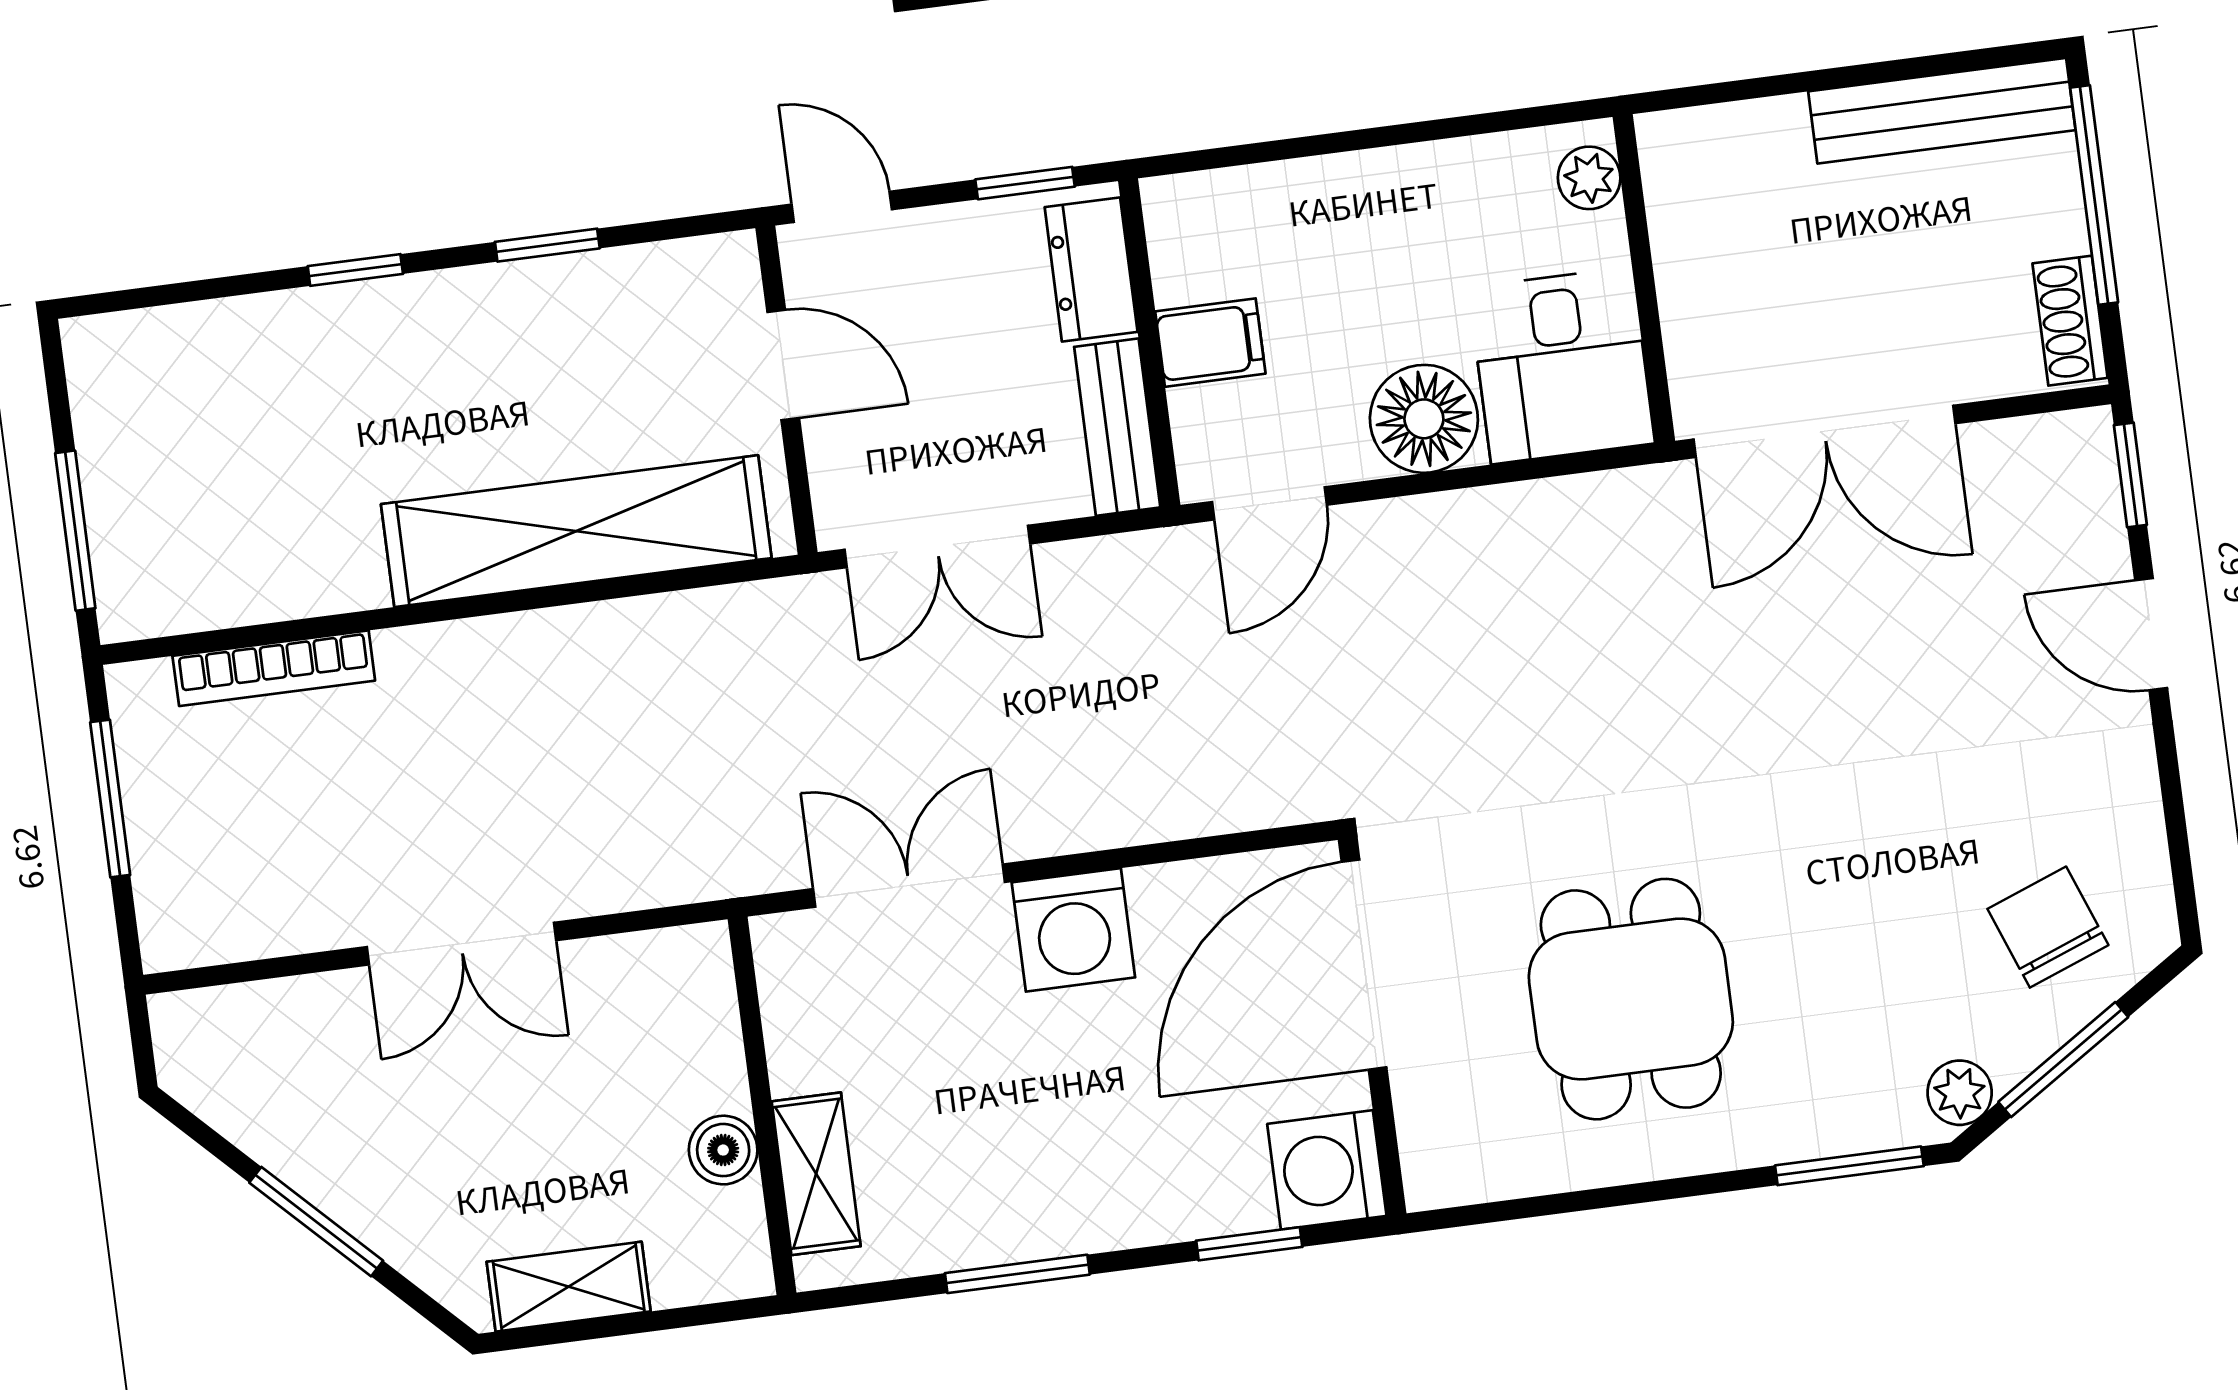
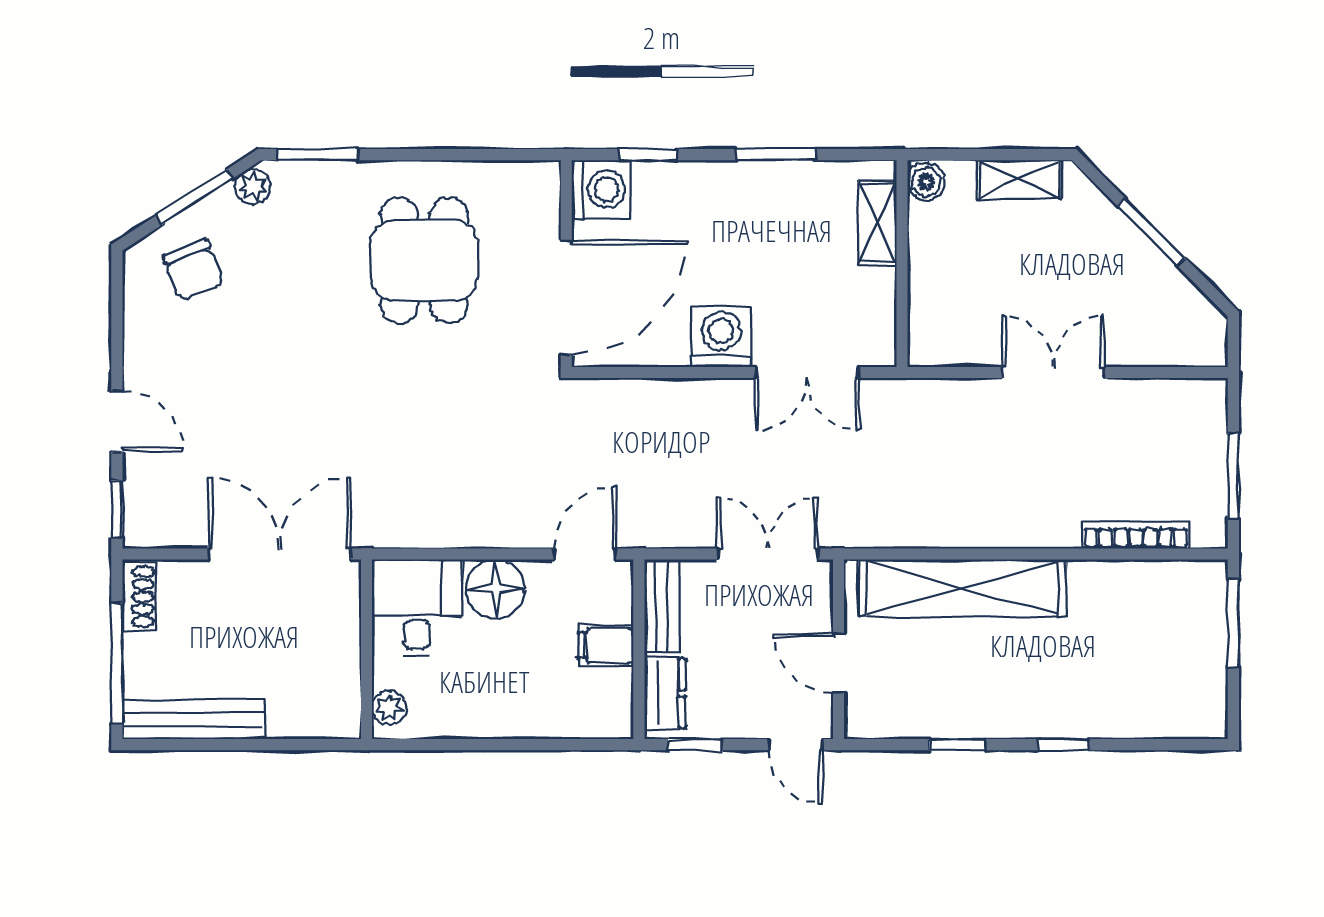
boiler: (723, 1150) -> (926, 182), moved

